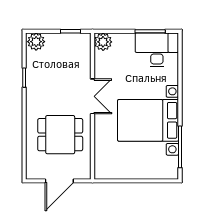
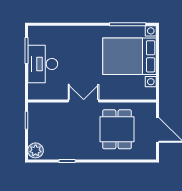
plant: (103, 42) -> (36, 92), removed
desk: (157, 50) -> (43, 64), moved
bed with nightstands: (148, 120) -> (130, 56), moved, turned 90

